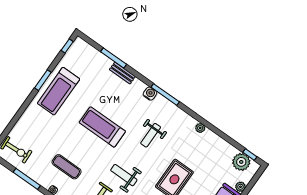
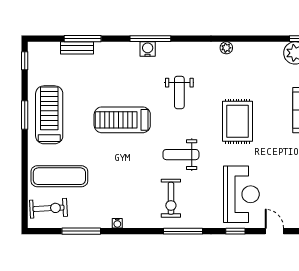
bench: (122, 73) -> (77, 48), moved
treadmill: (59, 91) -> (49, 115), turned 180
window: (165, 95) -> (150, 39), moved
exercise mat: (67, 167) -> (59, 176), moved, width x1.36, depth x1.45

